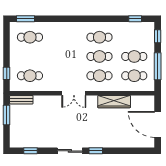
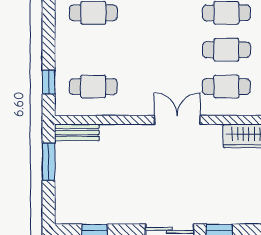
double door: (74, 93) -> (177, 120), swing flipped

